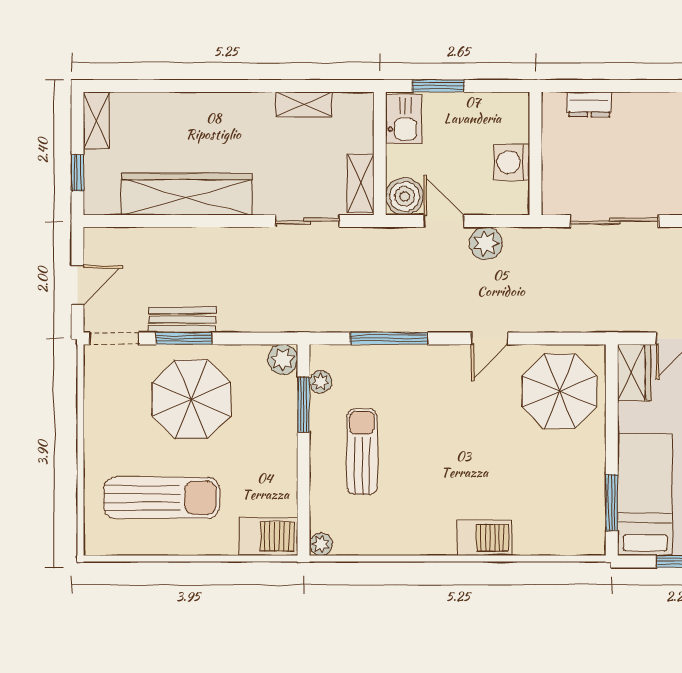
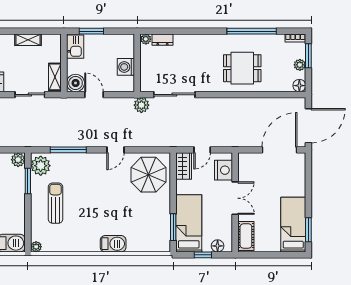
plant: (554, 103) -> (146, 39), added
plant: (486, 243) -> (141, 105), moved
plant: (321, 382) -> (41, 166), width x1.88, depth x1.88

